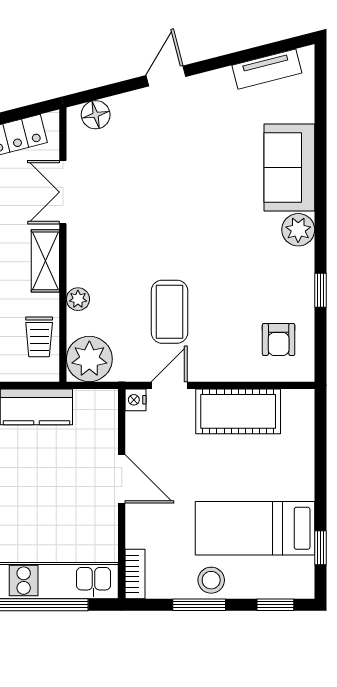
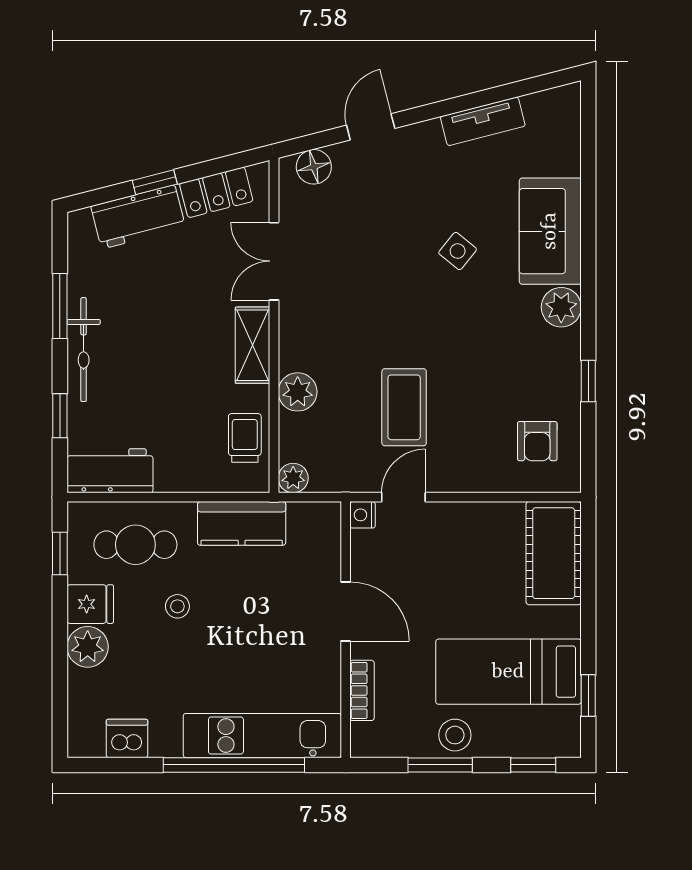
tv unit: (267, 69) -> (483, 121), moved
door: (166, 76) -> (371, 127), moved
side table: (213, 184) -> (458, 251), added
plant: (78, 299) -> (298, 392), width x1.38, depth x1.38
trolley: (39, 337) -> (245, 438), turned 180
plant: (89, 359) -> (293, 478), width x0.53, depth x0.53
cot: (238, 411) -> (554, 553), moved, turned 90
bookcase: (135, 574) -> (362, 690), moved

